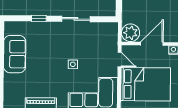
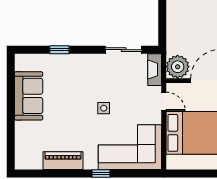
sliding door: (76, 19) -> (124, 50), moved
fireplace: (113, 35) -> (155, 70), added

